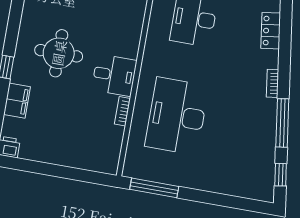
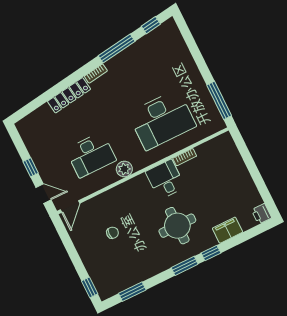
window: (13, 31) -> (185, 266), added
locker: (271, 31) -> (69, 95), width x1.53
plant: (155, 42) -> (124, 169), added

